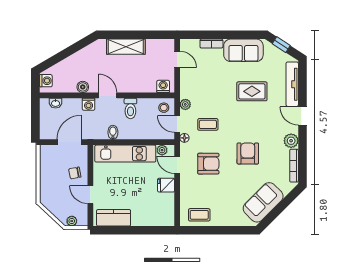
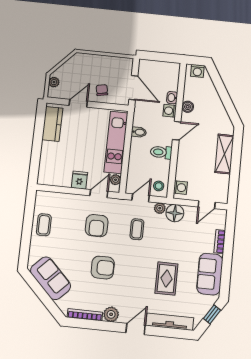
washbasin: (56, 103) -> (172, 98), moved
floor lamp: (184, 138) -> (175, 213), moved, width x1.89, depth x1.89
coffee table: (199, 215) -> (44, 225), moved

